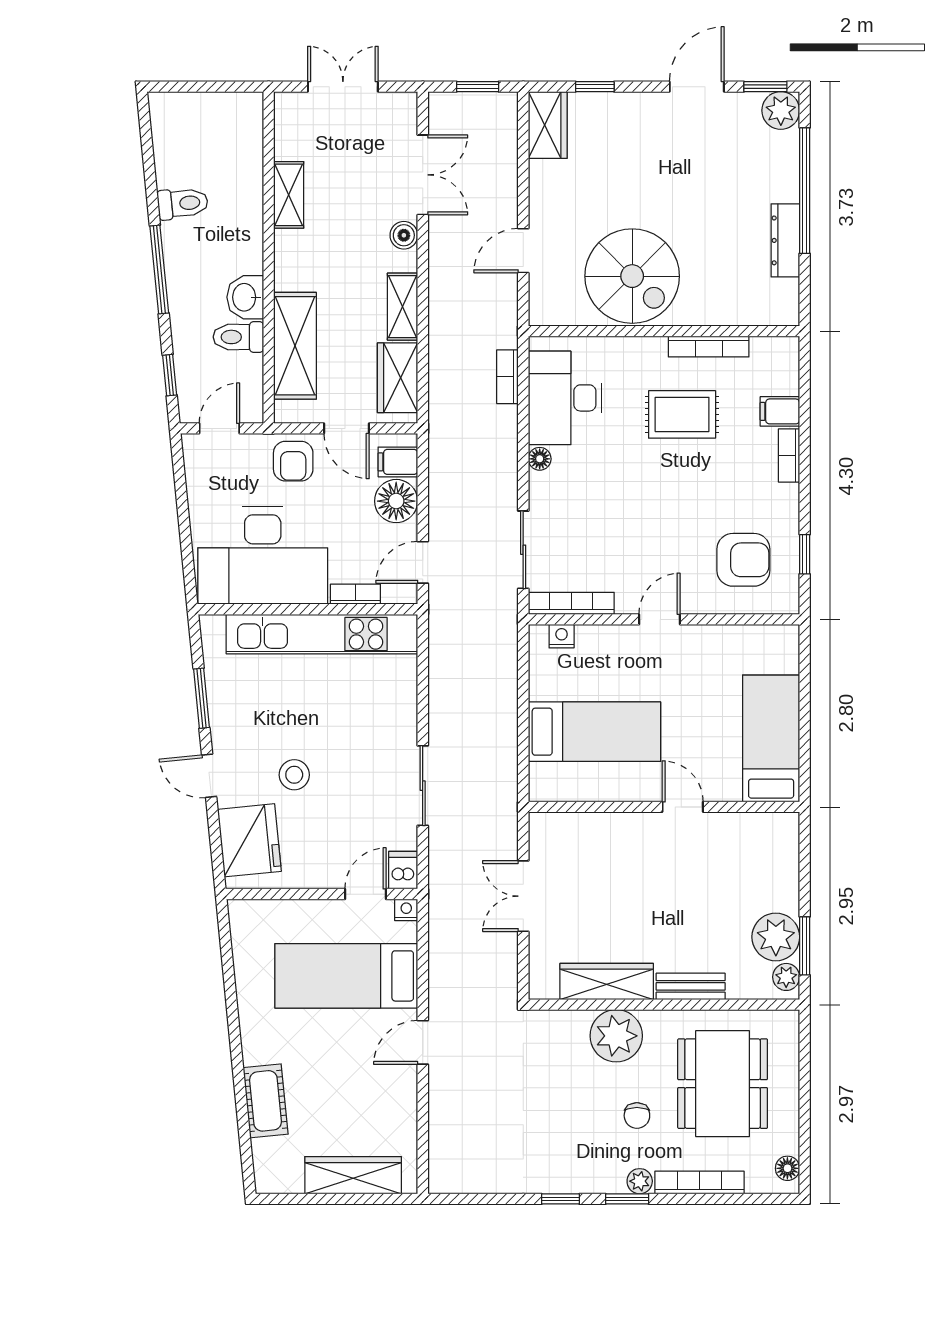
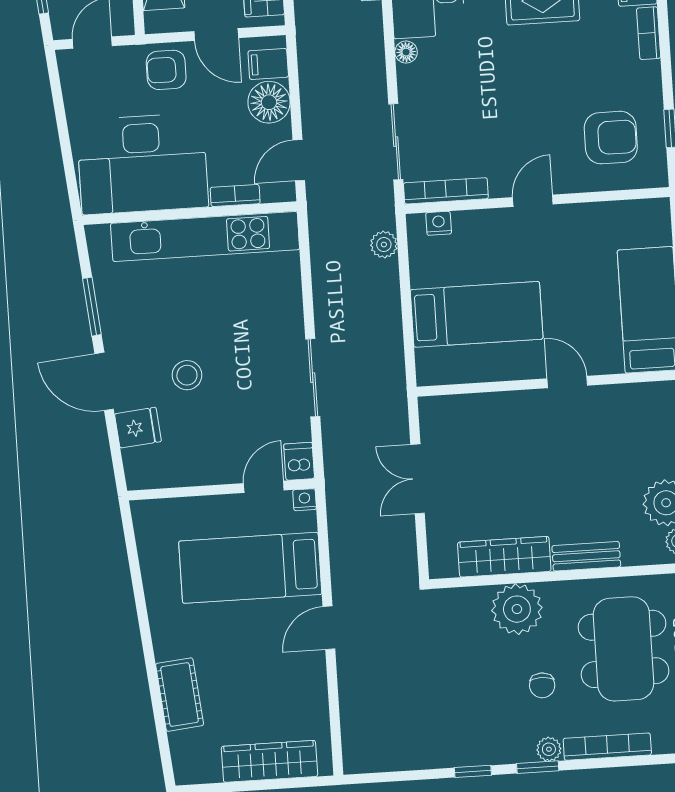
armchair: (293, 461) -> (166, 70), turned 90
plant: (504, 654) -> (384, 245), added
door: (209, 776) -> (104, 381), width x1.38
fridge: (249, 840) -> (138, 428), width x0.53, depth x0.75

